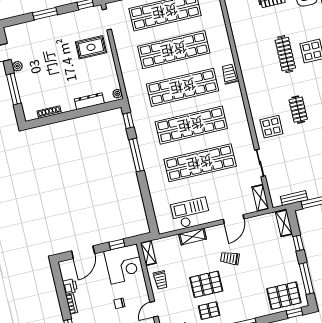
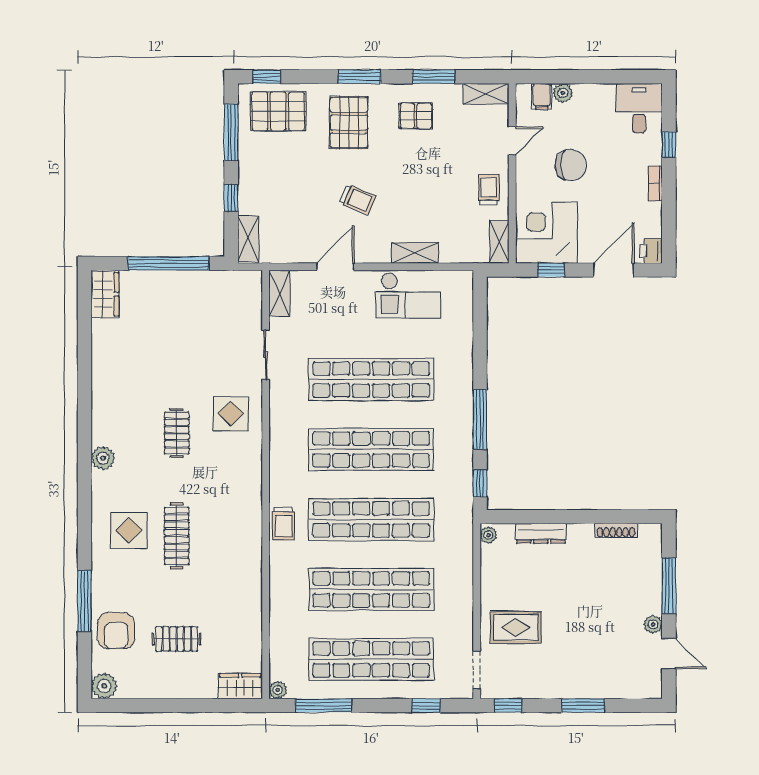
bench: (294, 198) -> (220, 279), removed
pallet: (206, 284) -> (349, 123), moved, turned 90
printer: (70, 286) -> (651, 251), moved
chair: (119, 303) -> (571, 165), width x1.87, depth x1.87

